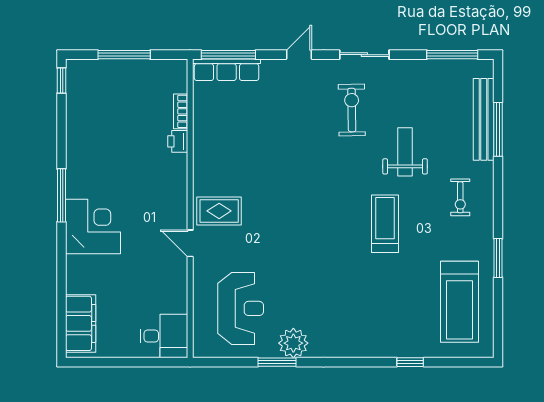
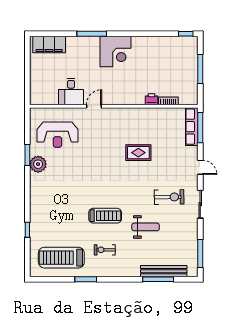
window: (61, 195) -> (92, 34), moved
exercise bike: (460, 197) -> (105, 250), moved
rug: (219, 211) -> (138, 153), moved, turned 90
corner desk: (93, 226) -> (116, 52), moved
desk: (164, 336) -> (71, 91), moved

